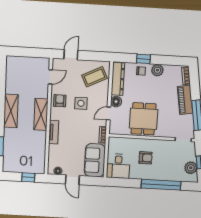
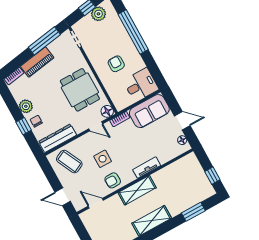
floor lamp: (116, 102) -> (107, 111), moved
dining table: (144, 119) -> (80, 90), turned 90
window: (28, 177) -> (212, 176), moved
door: (72, 180) -> (182, 121), hinge flipped

